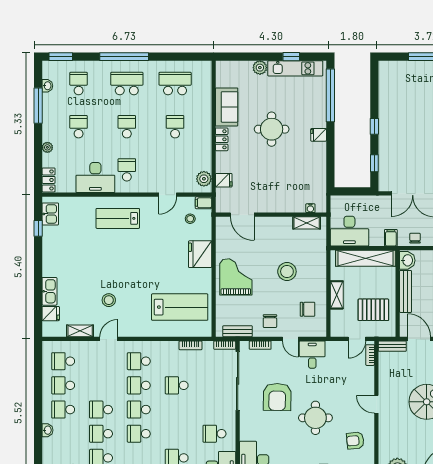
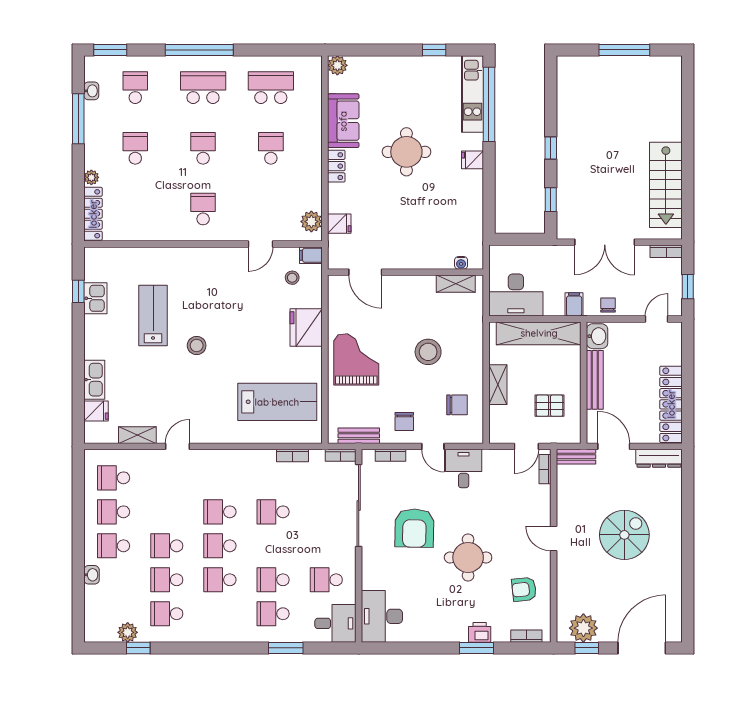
plant: (260, 68) -> (337, 65), moved
kitchen unit: (295, 68) -> (472, 94), moved, turned 90
desk: (95, 178) -> (159, 220), removed
locker: (49, 180) -> (93, 214), width x1.53
kitchen sink: (50, 214) -> (95, 298), moved
lab bench: (118, 218) -> (153, 315), moved, turned 90
stool: (109, 300) -> (197, 346), moved
pallet: (373, 310) -> (550, 406), width x0.67, depth x0.71
school desk: (139, 361) -> (273, 580), moved

